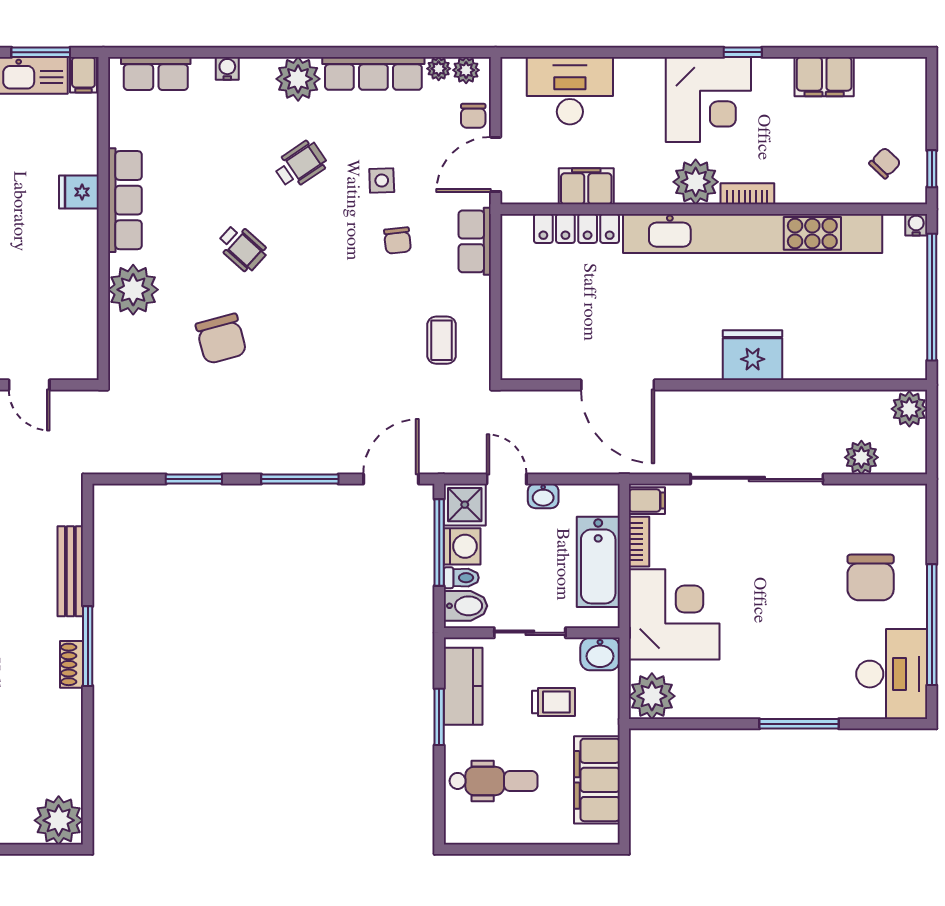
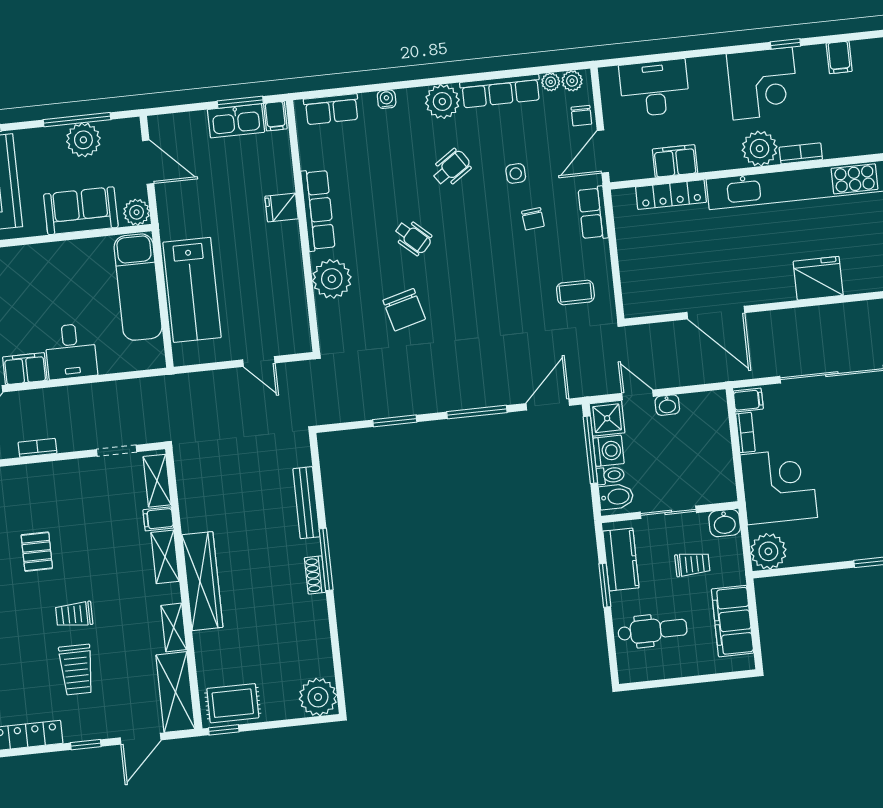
filing cabinet: (824, 77) -> (839, 57), width x0.50
coffee table: (442, 340) -> (575, 292), turned 90
bathtub: (598, 562) -> (715, 452), removed

